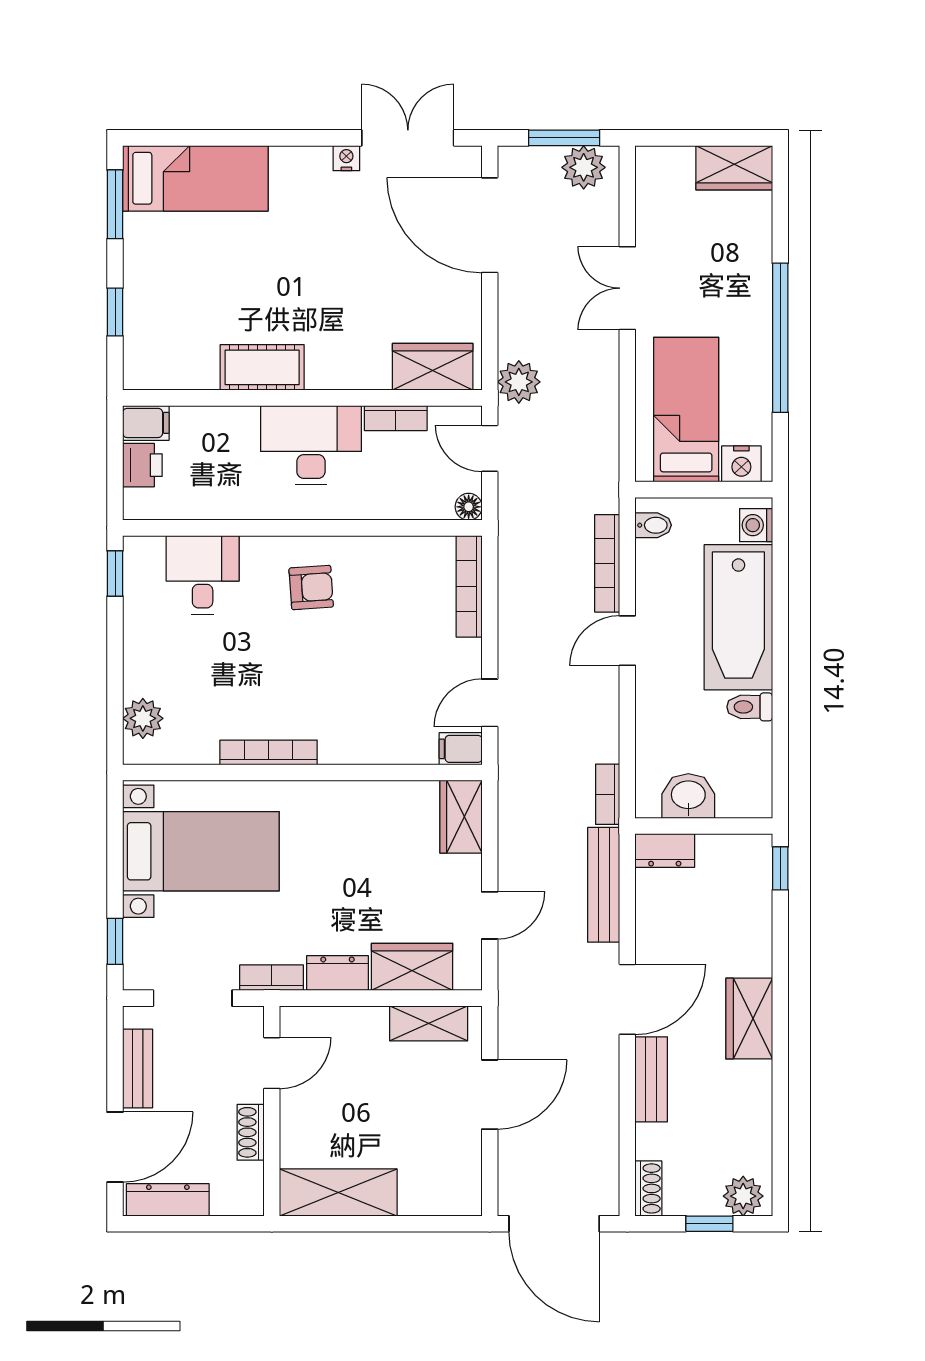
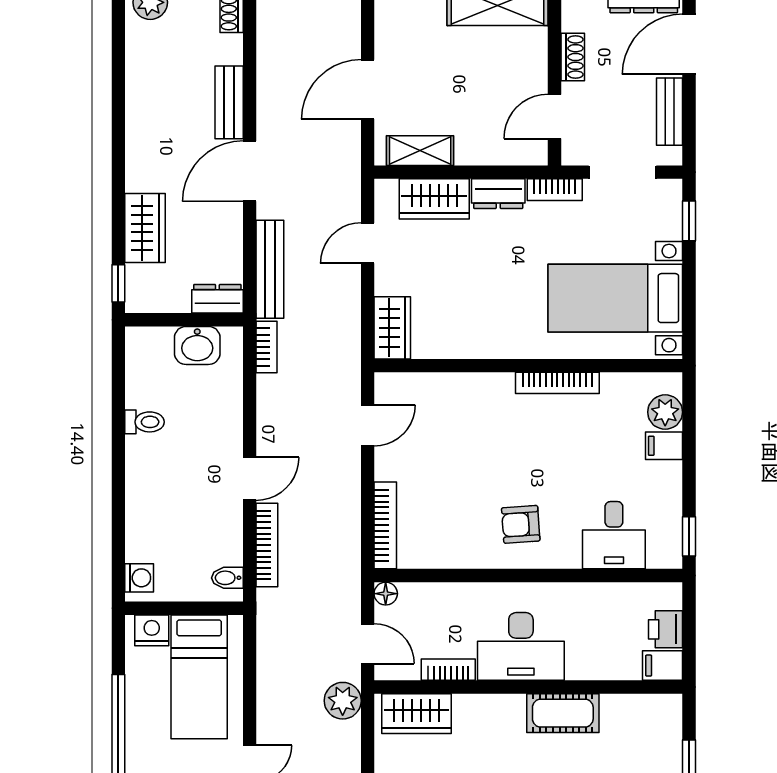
bathtub: (738, 617) -> (154, 499), removed
filing cabinet: (461, 749) -> (664, 446), moved, turned 180
wardrobe: (749, 1019) -> (145, 228), moved

